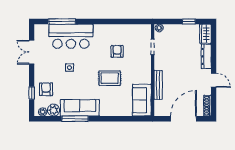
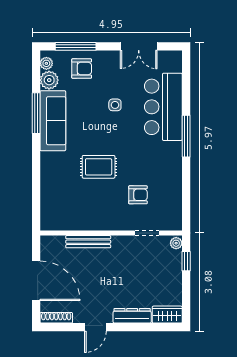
window: (62, 21) -> (186, 136), moved
window: (189, 21) -> (186, 261), moved
armchair: (117, 51) -> (138, 195), moved
double door: (32, 52) -> (139, 46), swing flipped
rug: (110, 78) -> (99, 167), turned 90
window: (32, 93) -> (76, 46), width x2.17
sofa: (142, 100) -> (65, 216), removed

